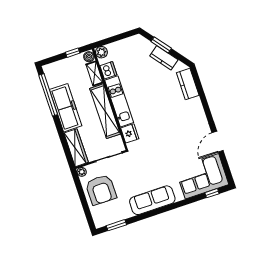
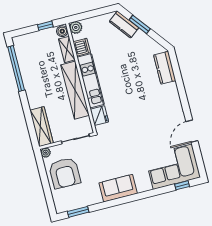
kitchen counter: (164, 58) -> (124, 25), moved
freezer: (66, 108) -> (34, 83), removed
sofa: (152, 200) -> (118, 188), width x0.73

